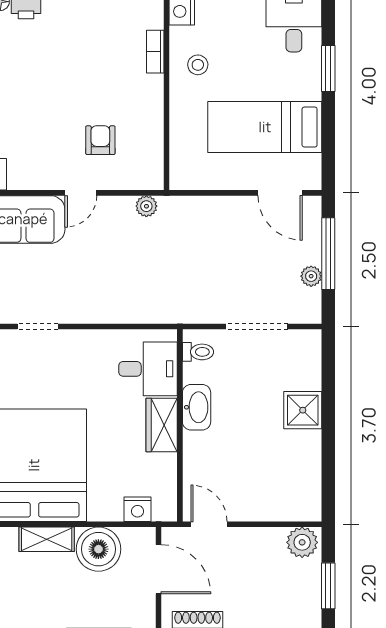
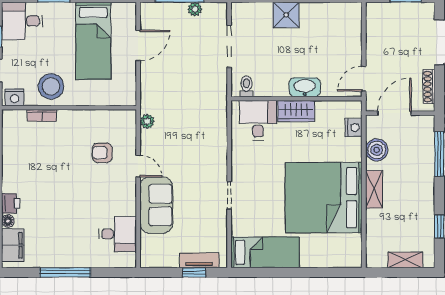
stool: (198, 65) -> (51, 86), width x1.89, depth x1.89
door: (280, 193) -> (138, 45), moved
washbasin: (197, 407) -> (305, 87), moved
plant: (302, 542) -> (376, 15), removed
boiler: (98, 549) -> (377, 150), width x0.73, depth x0.73

